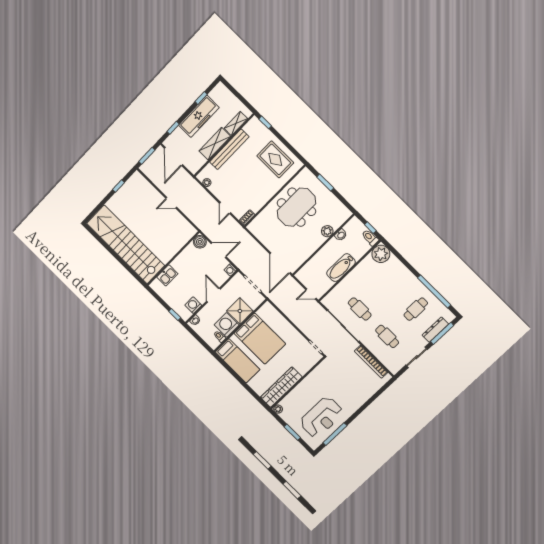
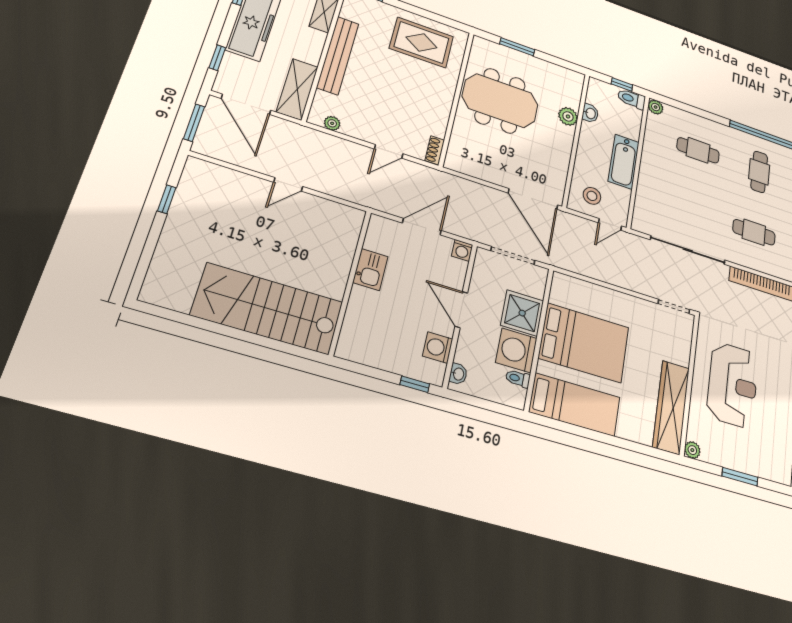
shelving: (215, 144) -> (297, 89), moved
meeting table: (296, 207) -> (500, 101), turned 90
door: (225, 208) -> (389, 151), hinge flipped
boiler: (200, 242) -> (380, 228), removed
stairs: (126, 244) -> (268, 309), width x0.73
plant: (381, 254) -> (656, 107), width x0.53, depth x0.53
kitchen sink: (167, 275) -> (370, 270), moved
stool: (311, 276) -> (592, 196), added
cafe table: (360, 309) -> (698, 150), moved
reception desk: (321, 417) -> (733, 385), moved

